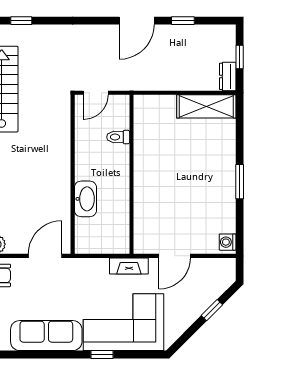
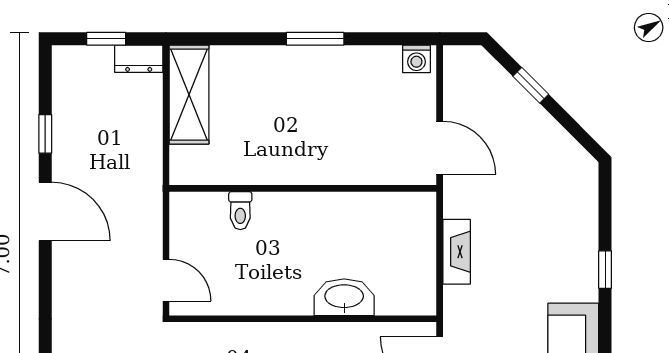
toilet: (118, 137) -> (240, 211), moved
wall: (131, 174) -> (303, 188), moved
fireplace: (129, 266) -> (457, 252), moved
corner sofa: (124, 322) -> (551, 233), removed

